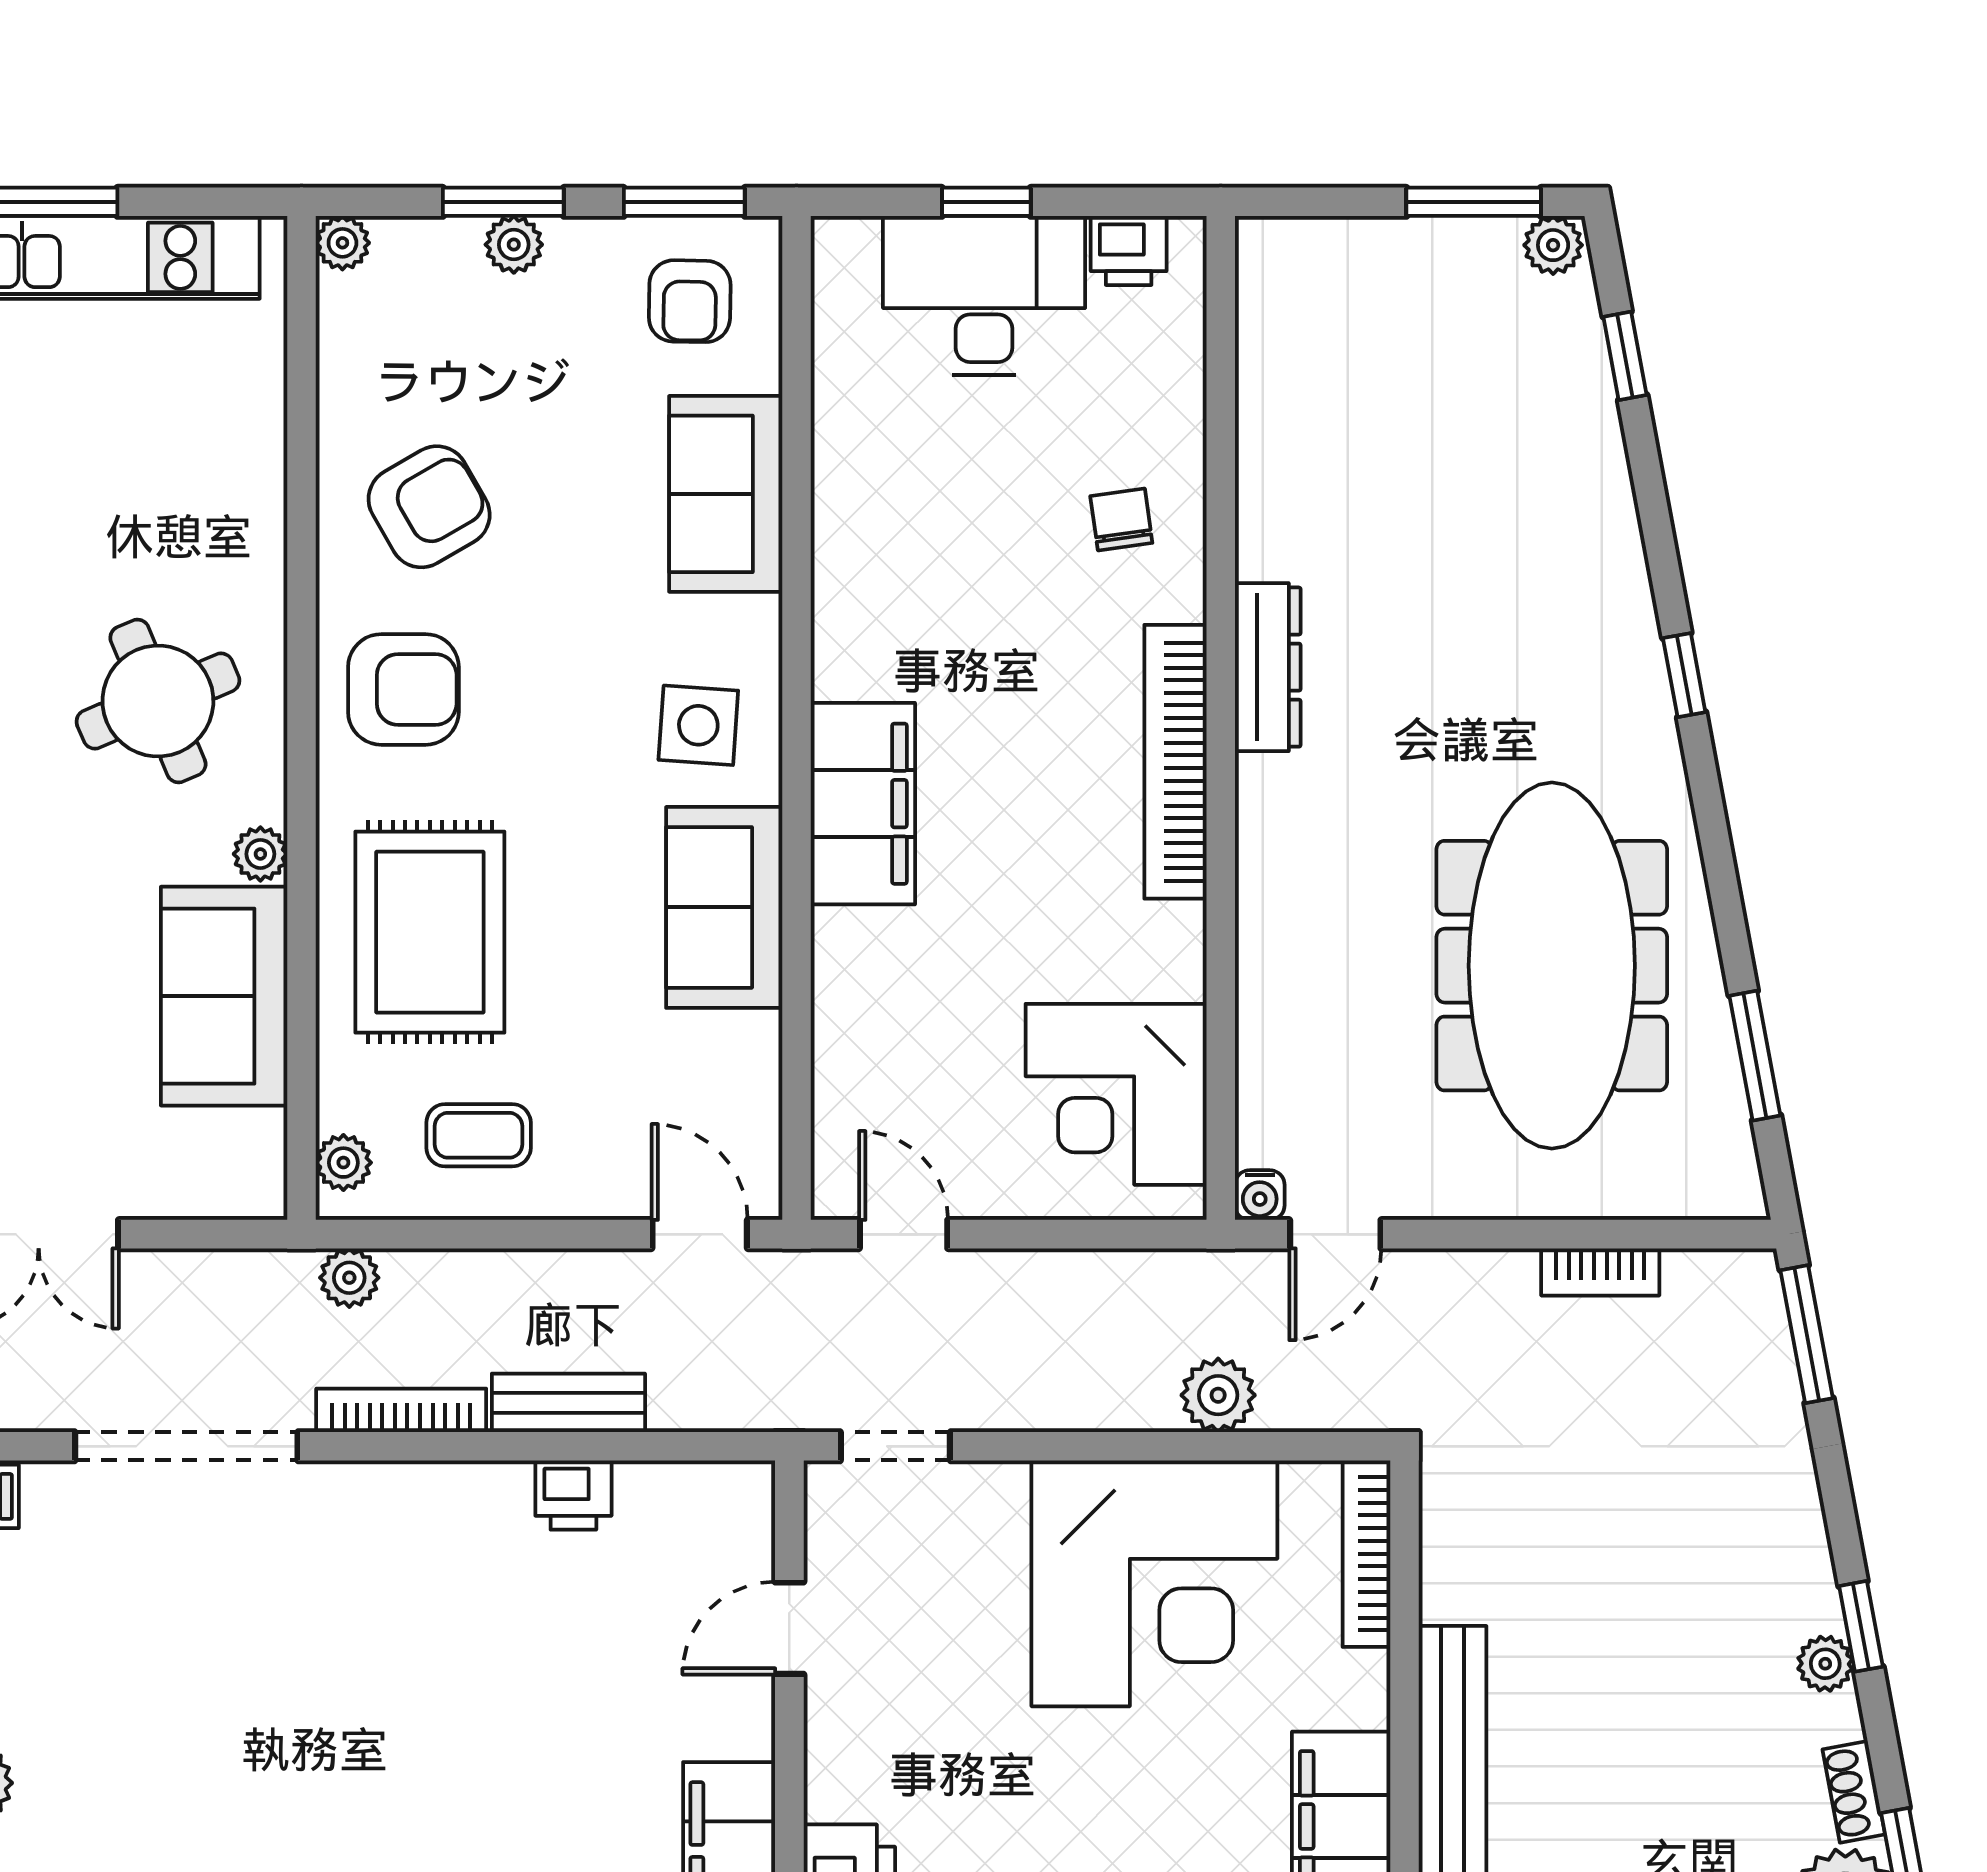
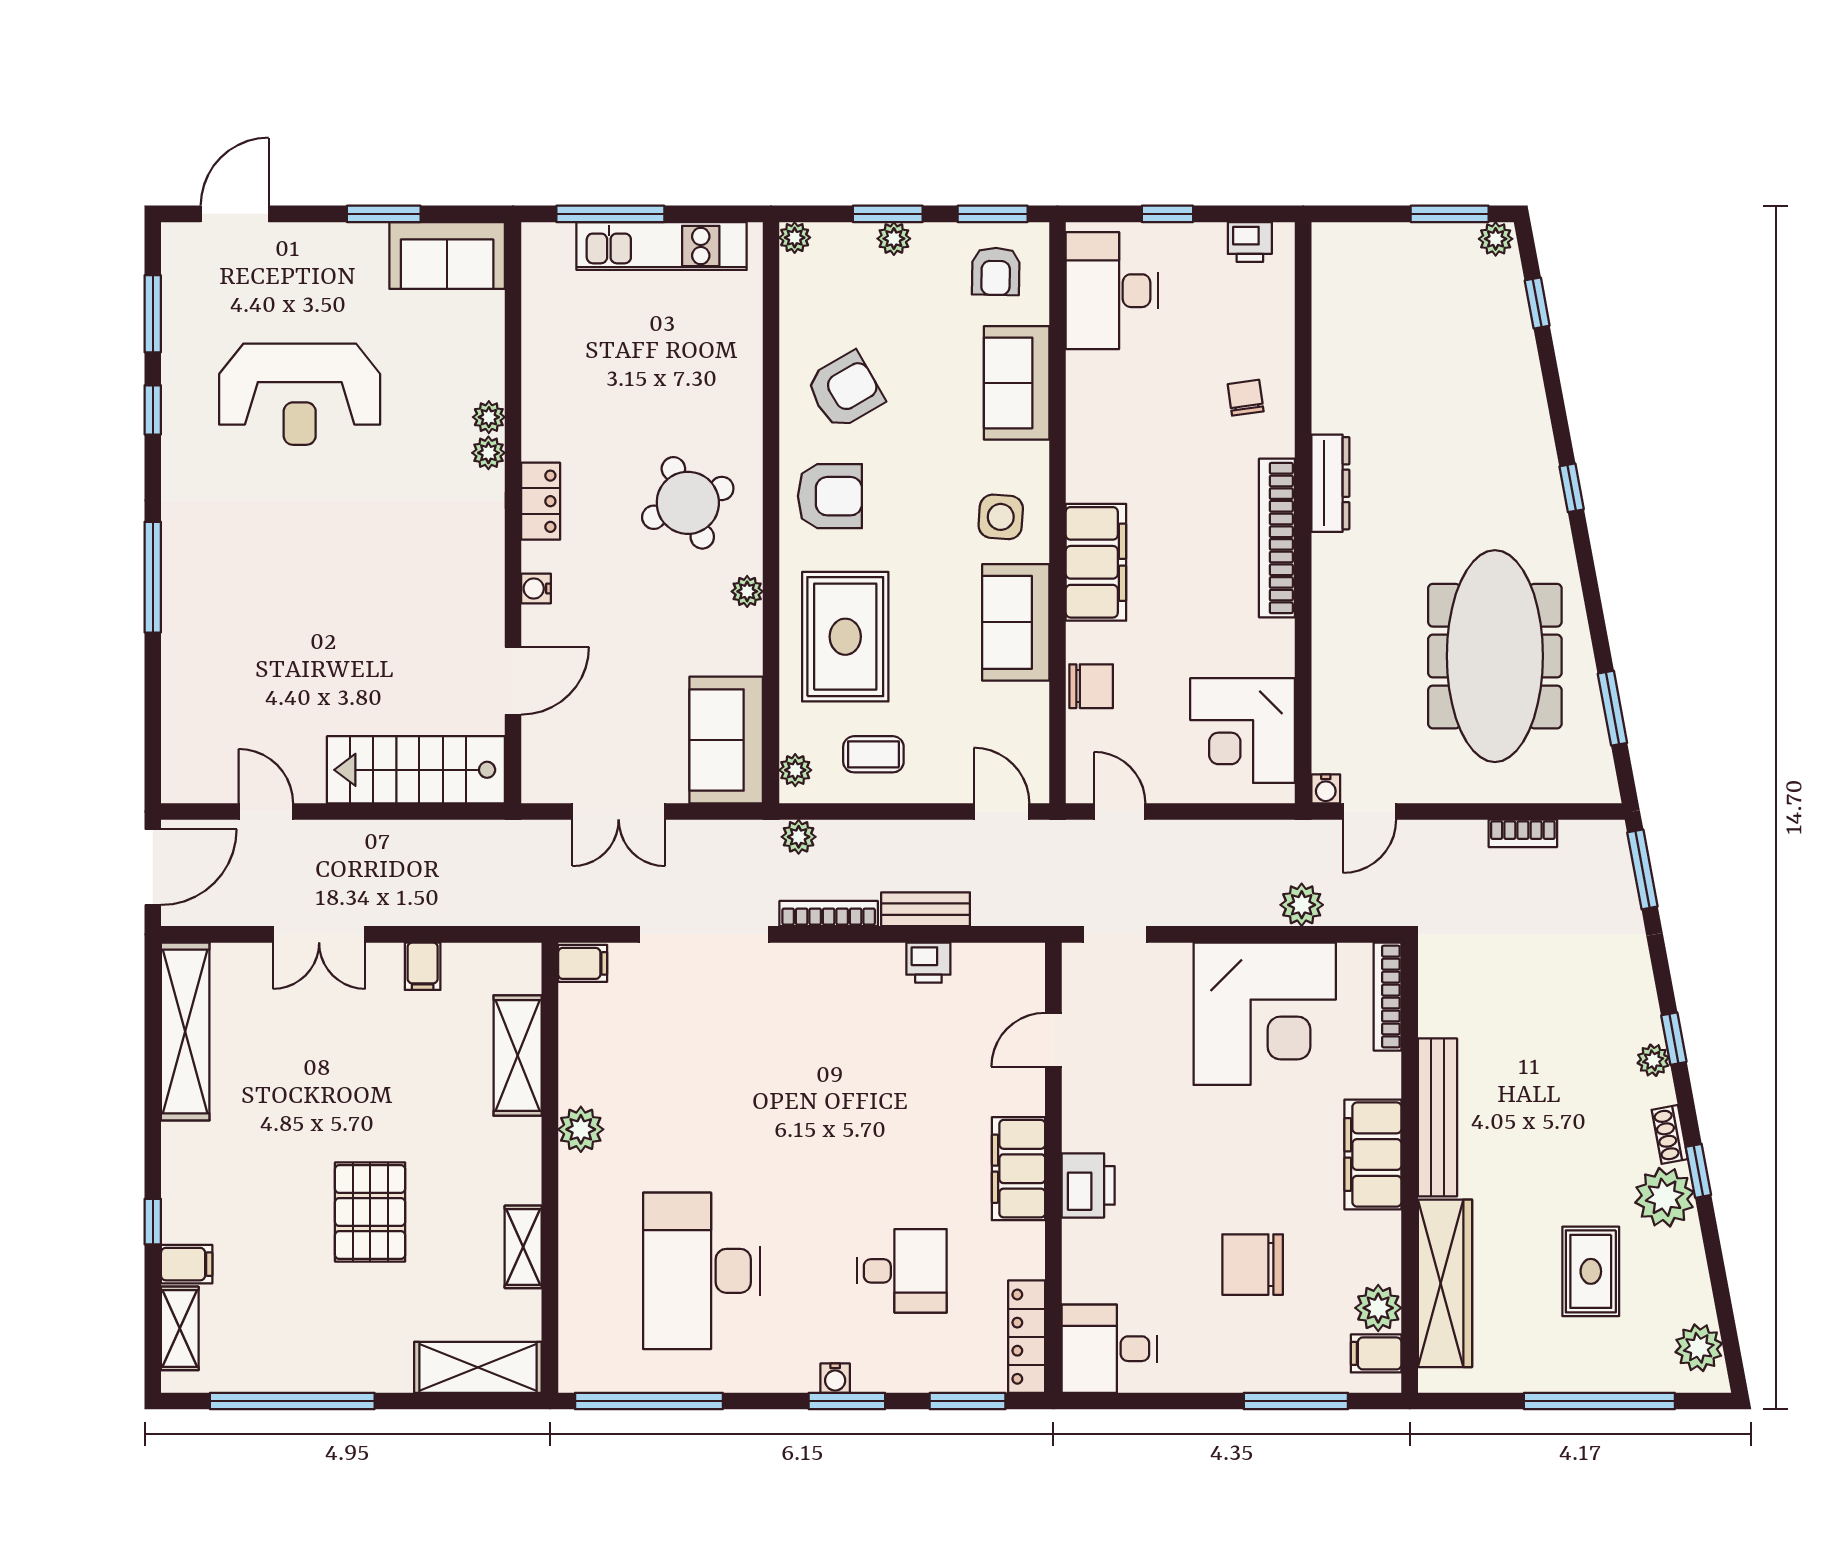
desk: (984, 295) -> (1112, 291), moved, turned -90
sofa: (224, 996) -> (726, 740), moved
chair: (854, 1018) -> (1091, 686), added

